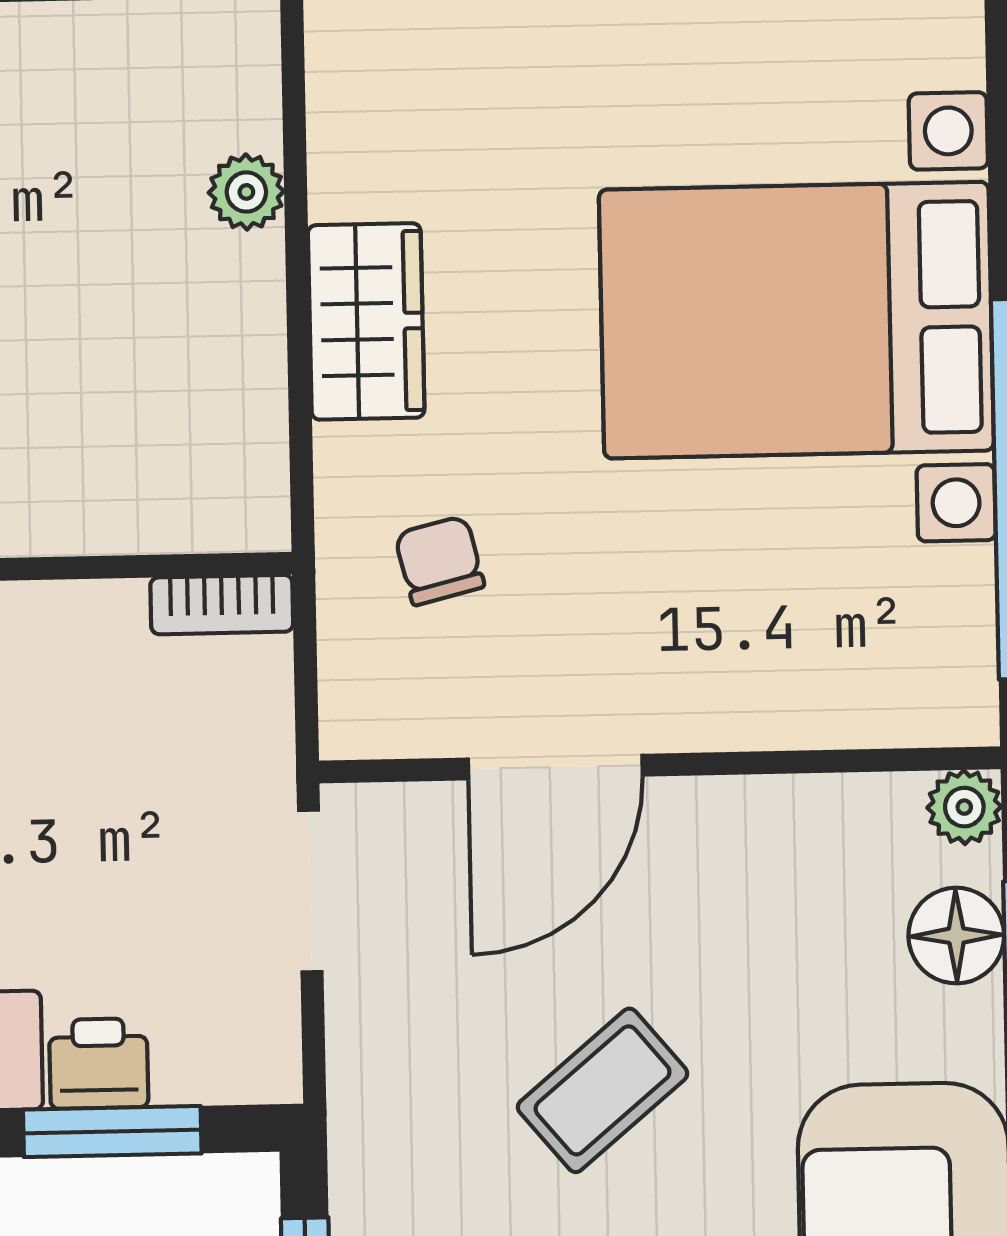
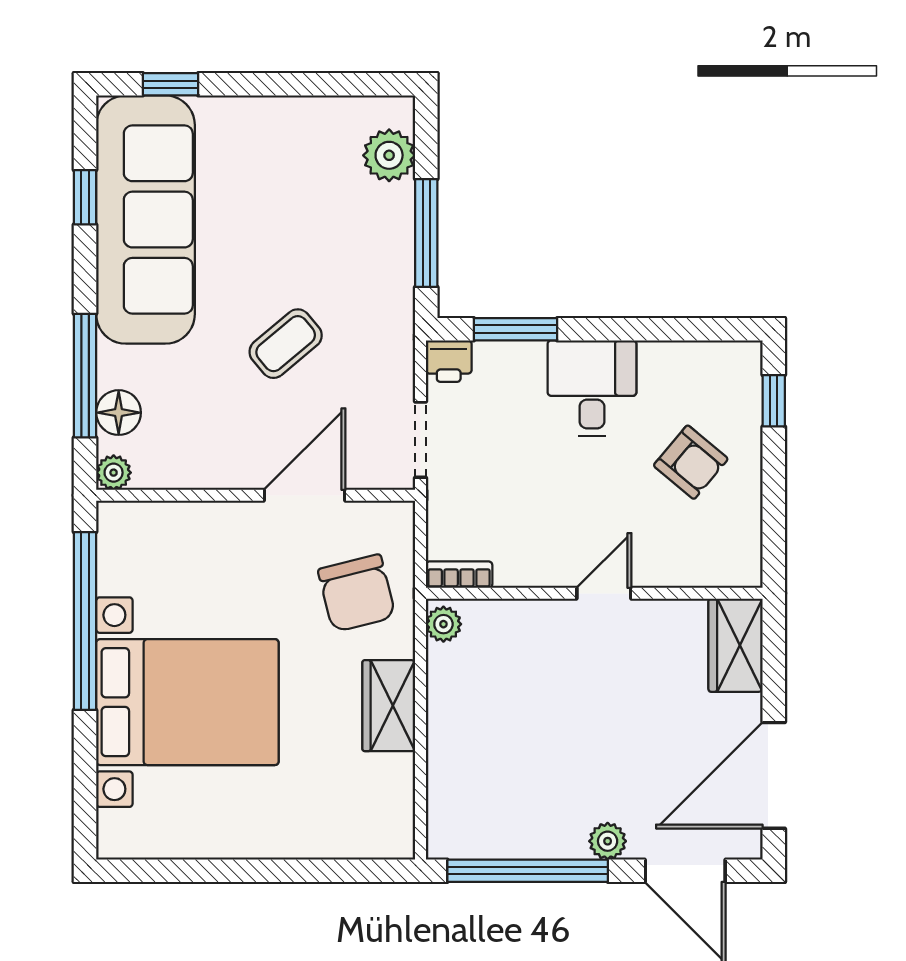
plant: (246, 192) -> (443, 624), moved
chair: (439, 561) -> (357, 593), width x1.87, depth x1.87
printer: (99, 1063) -> (449, 361), moved

